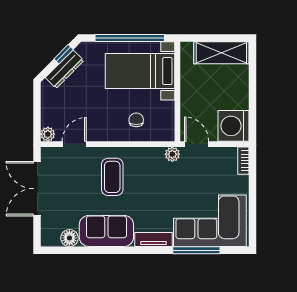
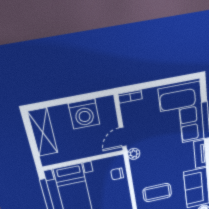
chair: (136, 120) -> (117, 174), moved
washing machine: (233, 126) -> (84, 114), moved

